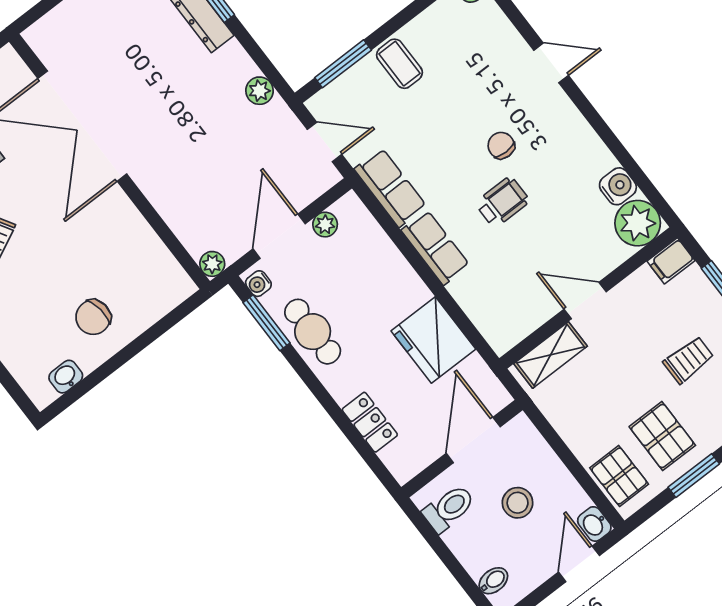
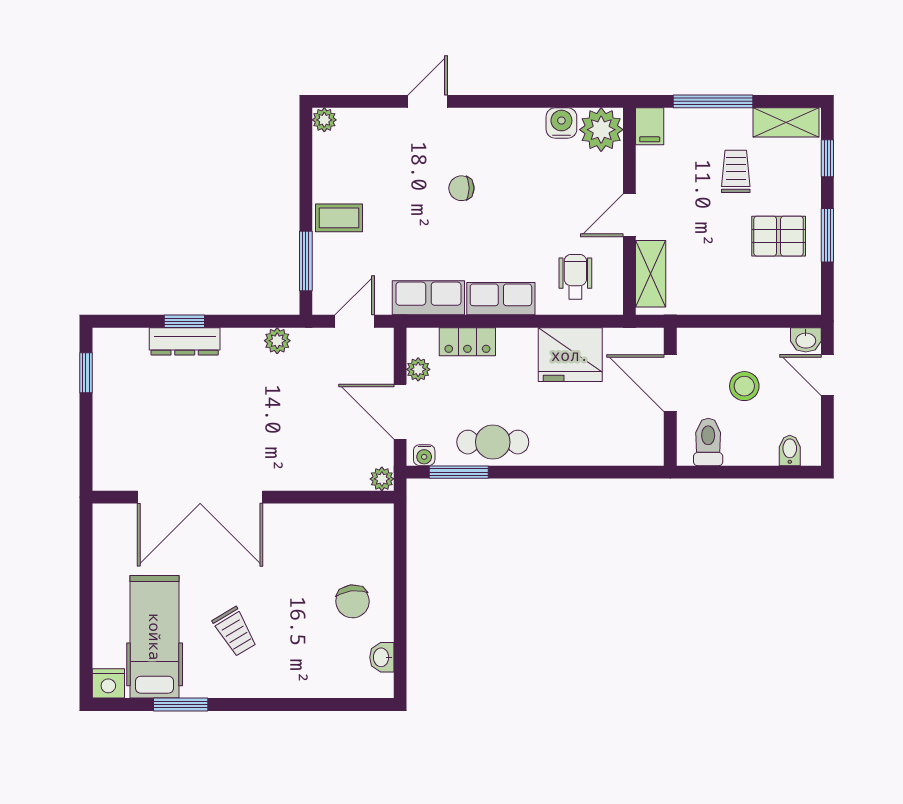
wheelchair: (502, 202) -> (575, 277), moved
locker: (370, 422) -> (467, 342), moved, turned 180
pallet: (619, 476) -> (784, 293), removed

